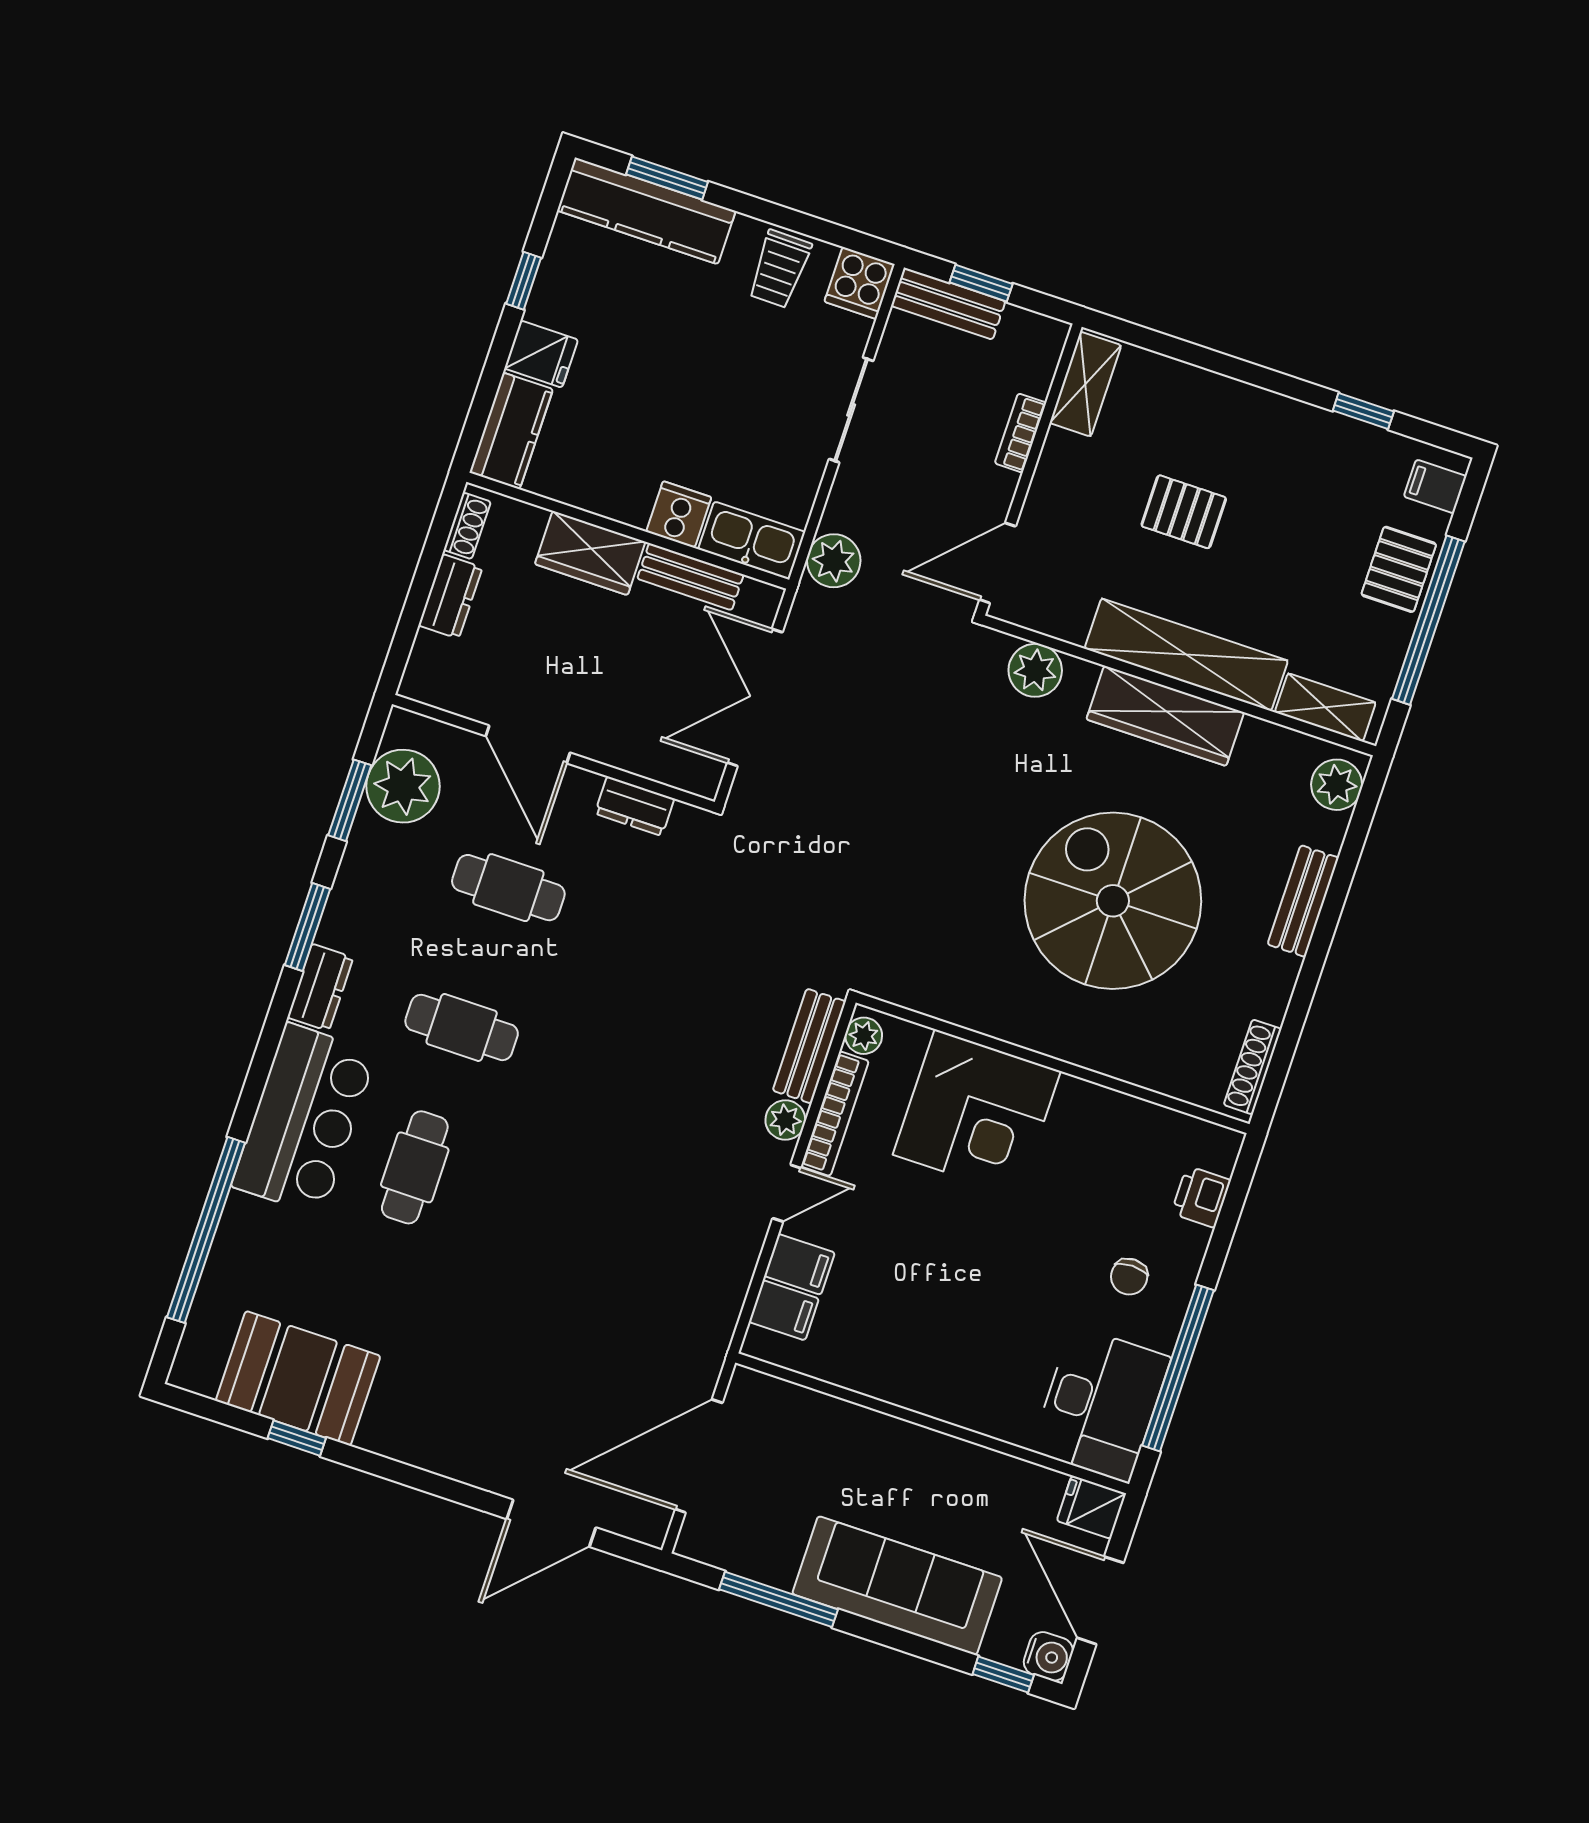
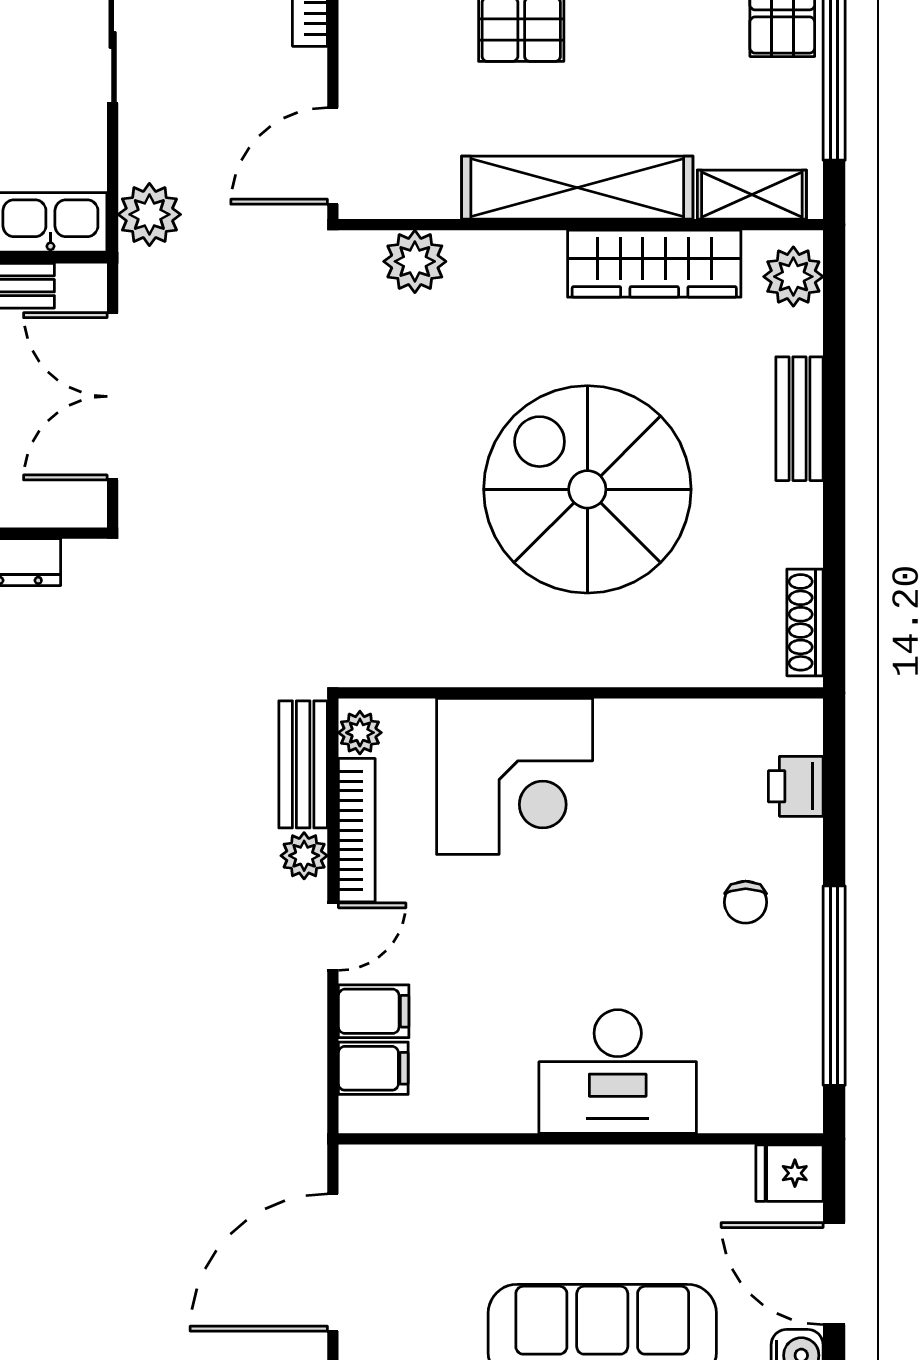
wardrobe: (1165, 716) -> (654, 264), moved
desk: (1101, 1404) -> (618, 1072), moved, turned 90

